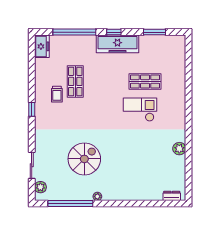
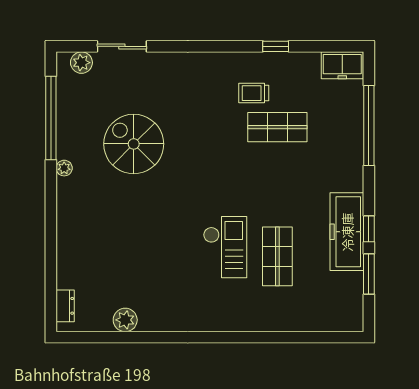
window: (114, 32) -> (369, 229), moved
freezer: (117, 44) -> (347, 232), moved
window: (32, 109) -> (276, 46), moved
plant: (179, 149) -> (125, 320), moved
spiral stairs: (84, 159) -> (134, 144), turned 180

